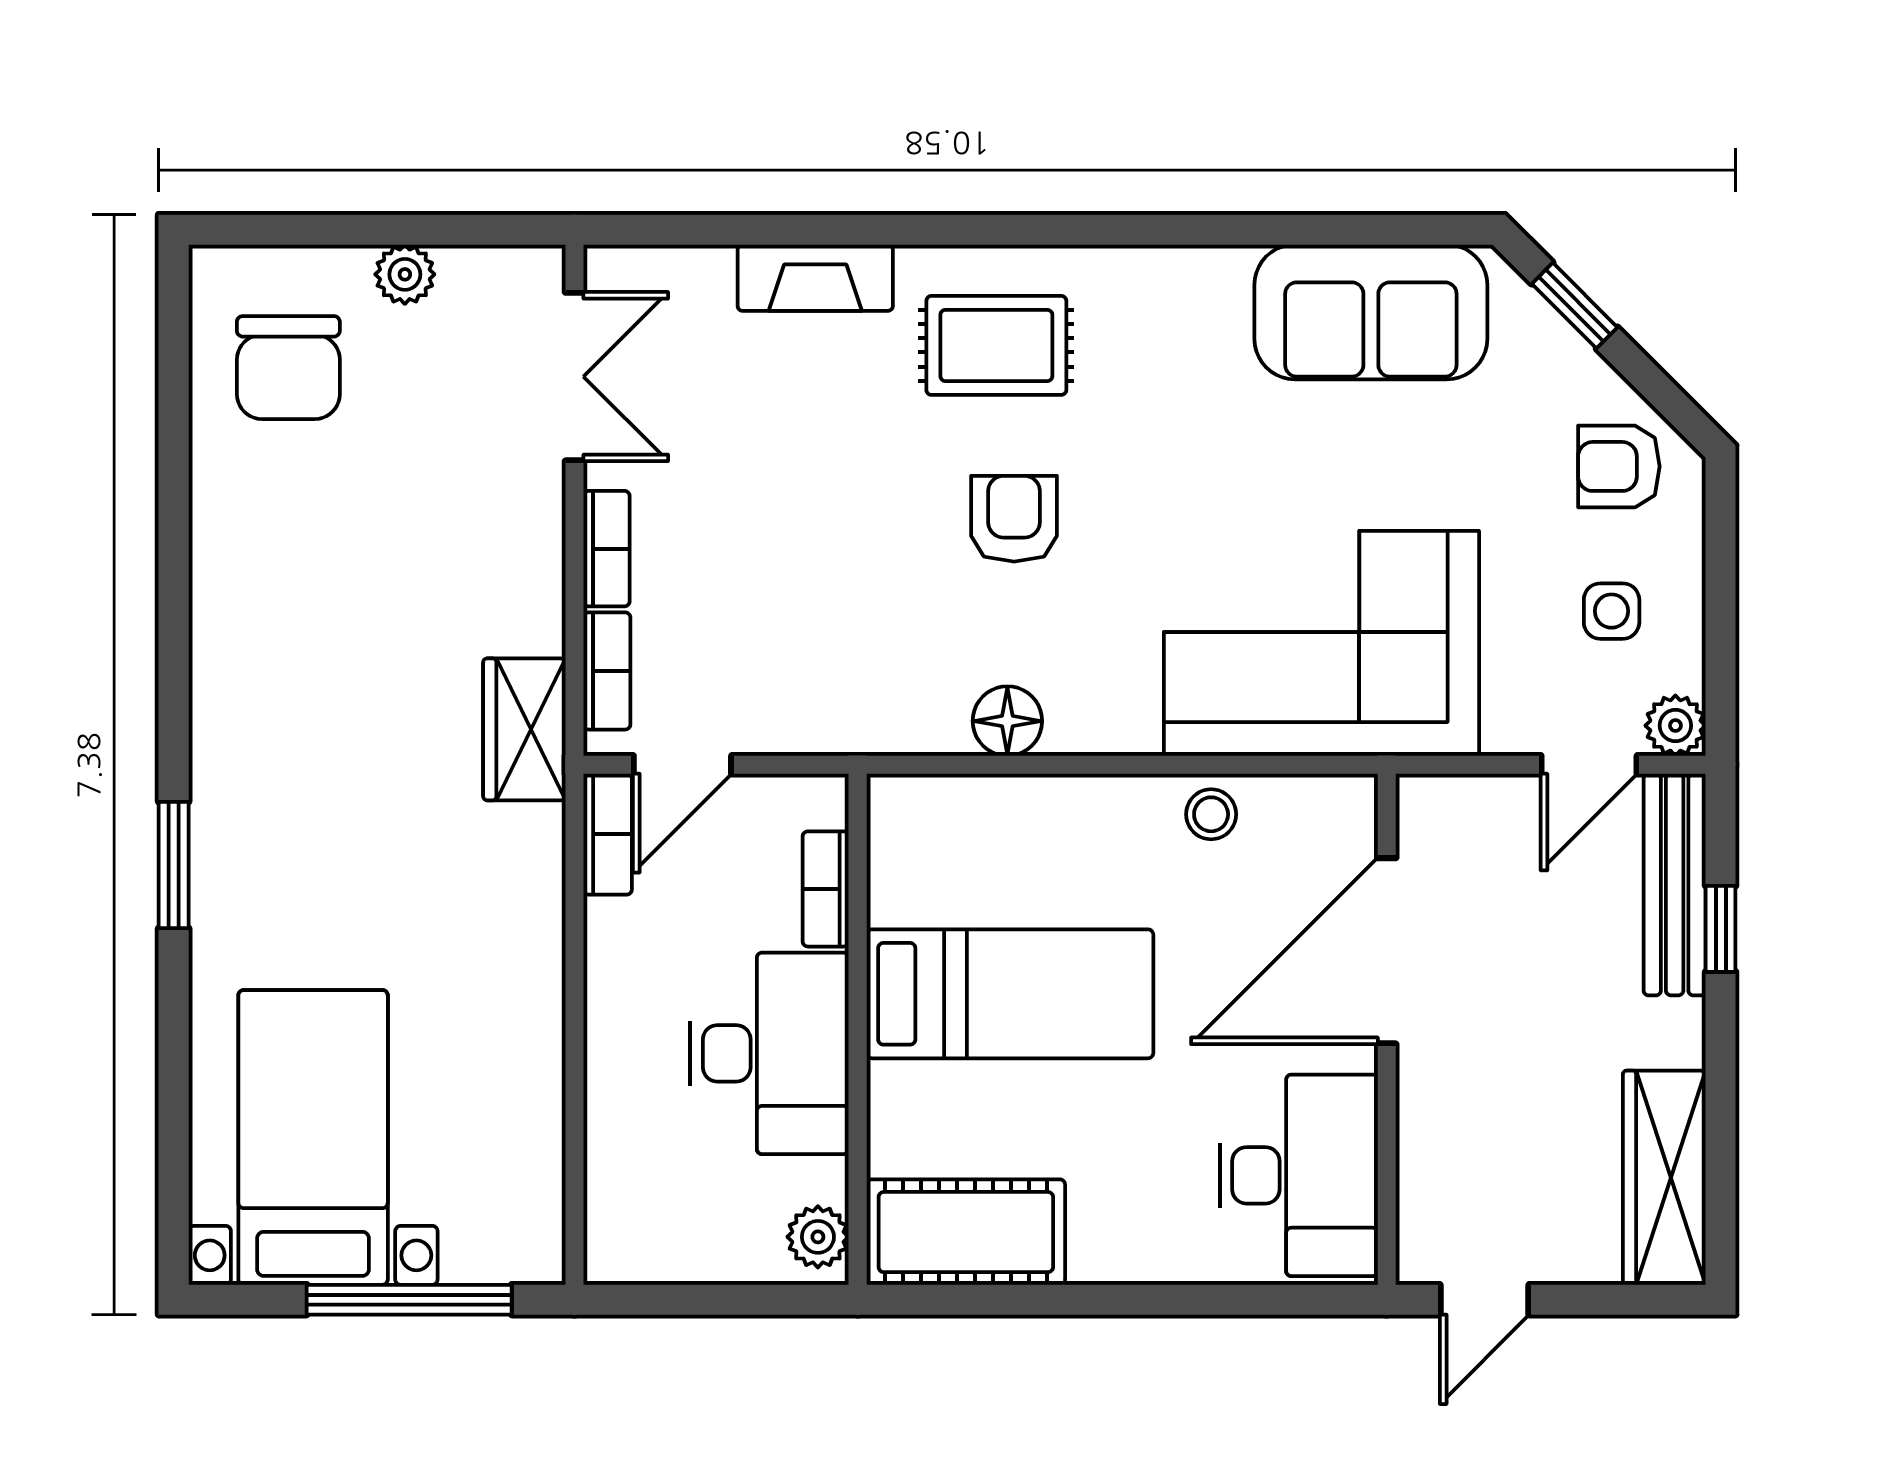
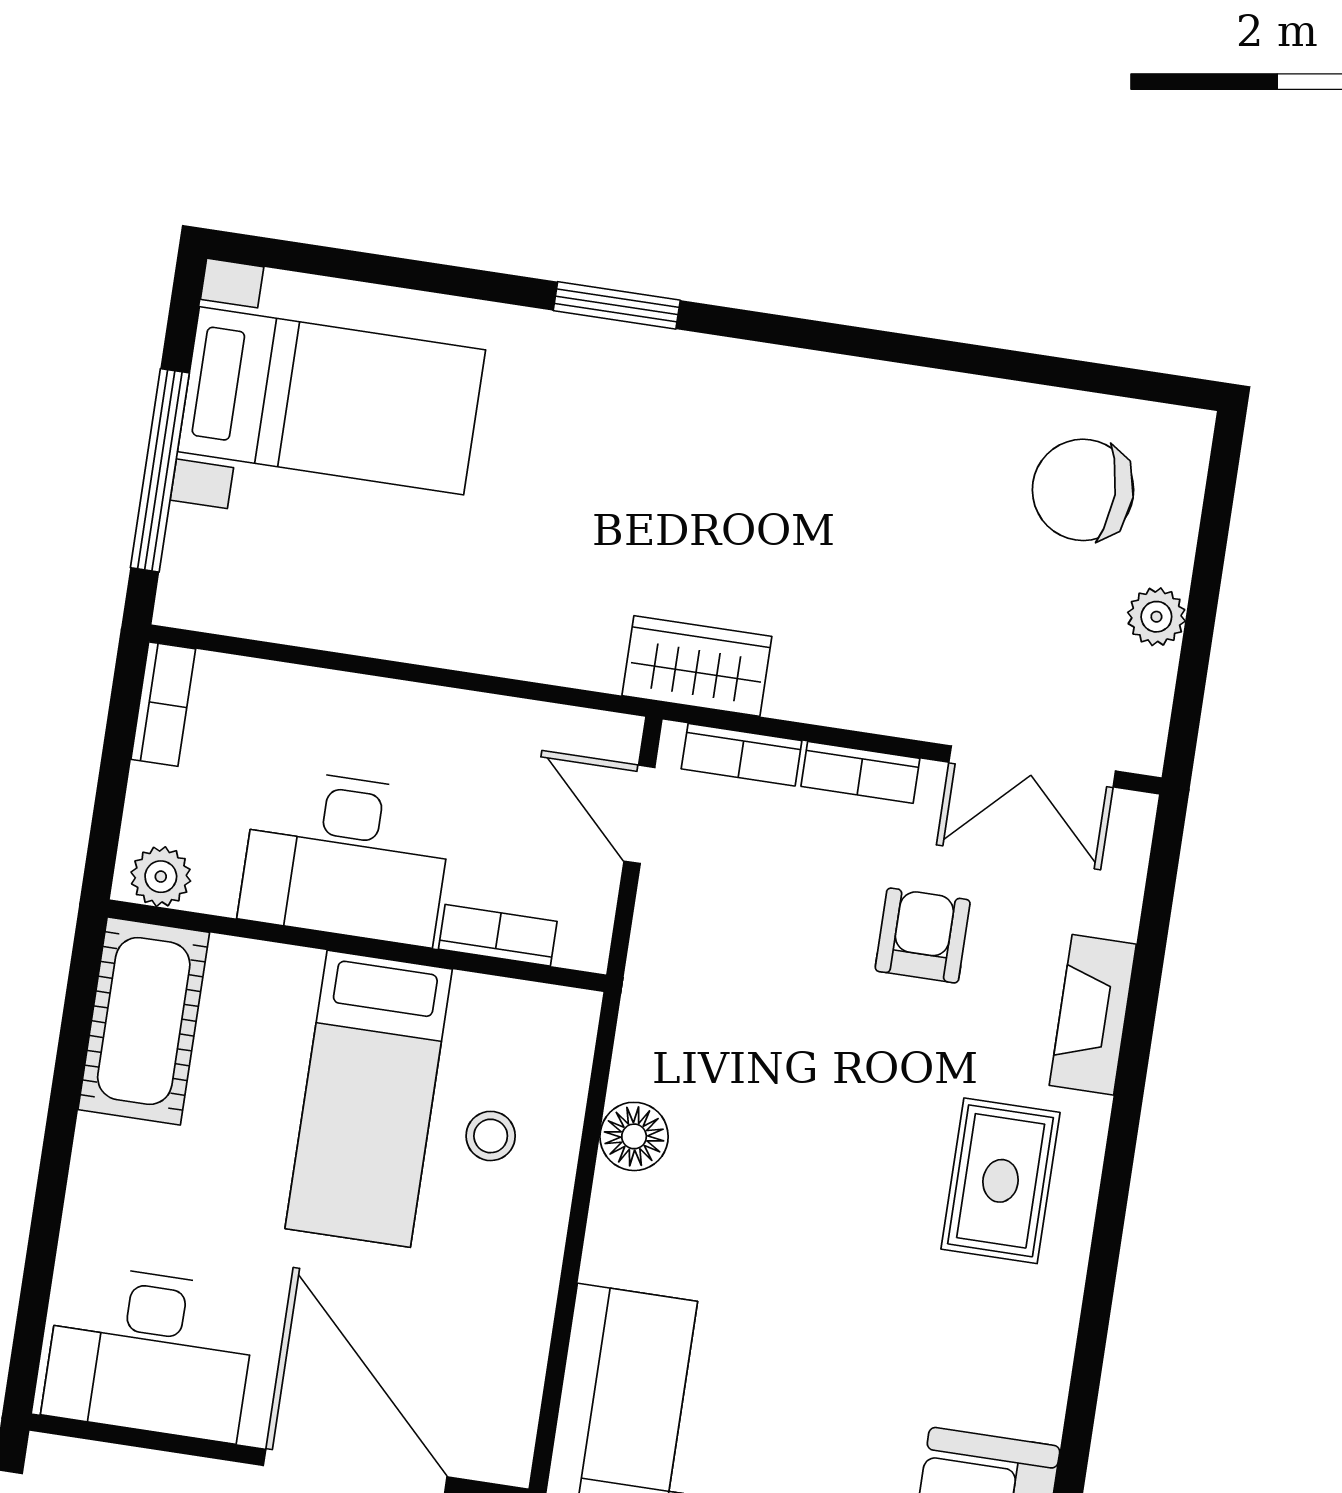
armchair: (1014, 519) -> (923, 935), moved, turned -90
stool: (1211, 814) -> (491, 1136), moved
bookcase: (608, 834) -> (163, 704), moved, turned -90

